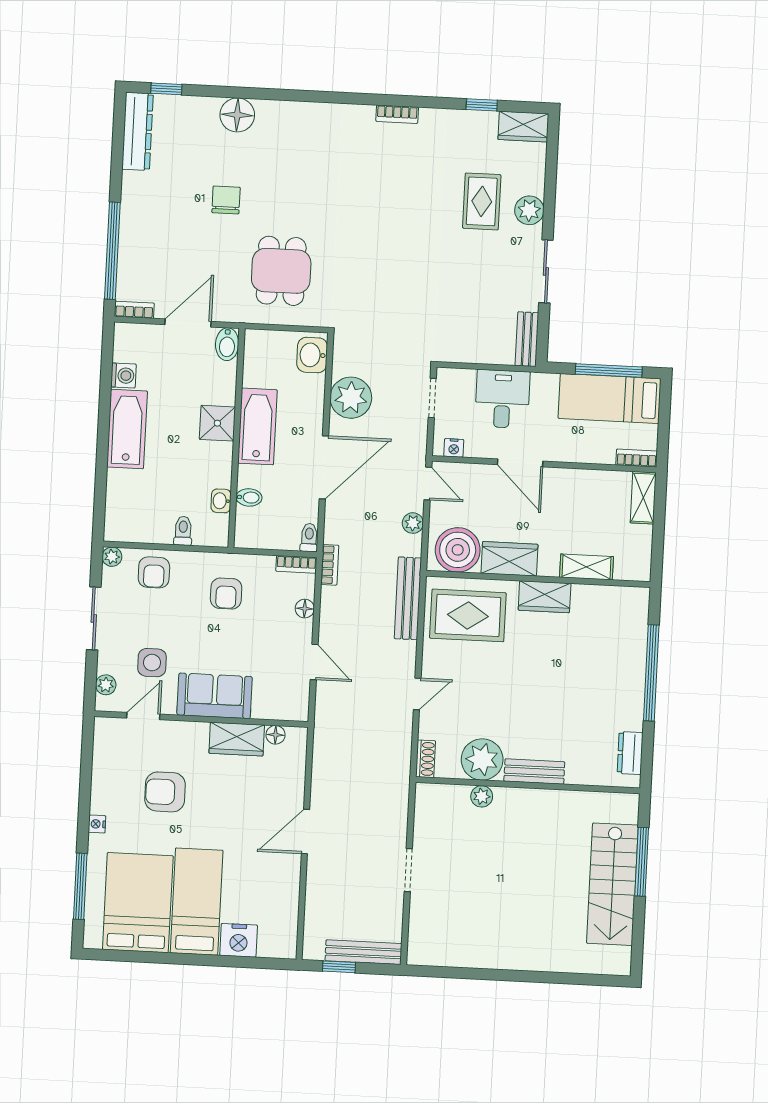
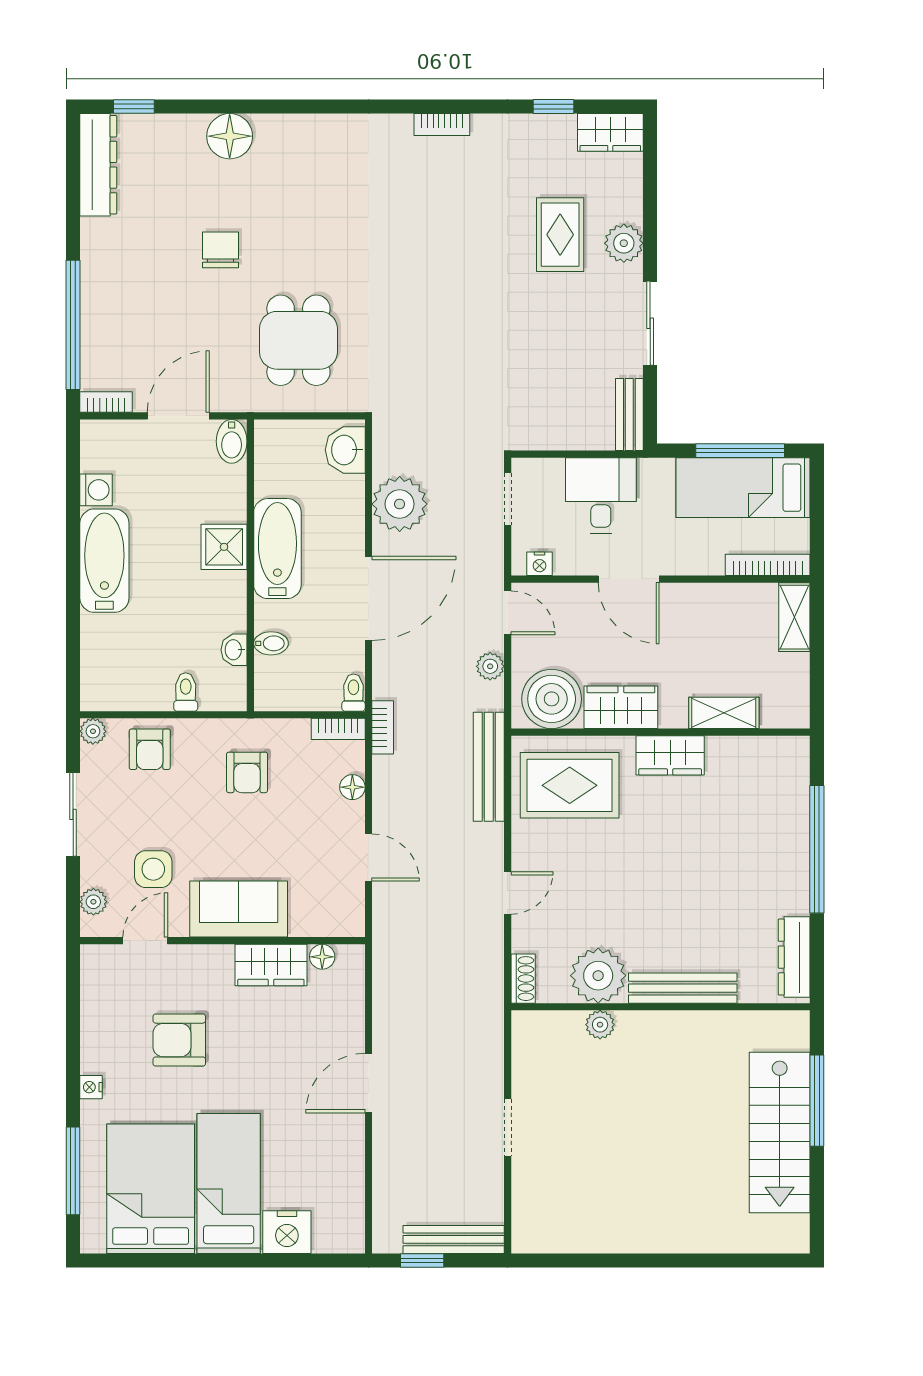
bookcase: (637, 458) -> (768, 565), width x1.56
dresser: (630, 753) -> (794, 957), width x1.44
bench: (534, 772) -> (683, 988), width x1.36

